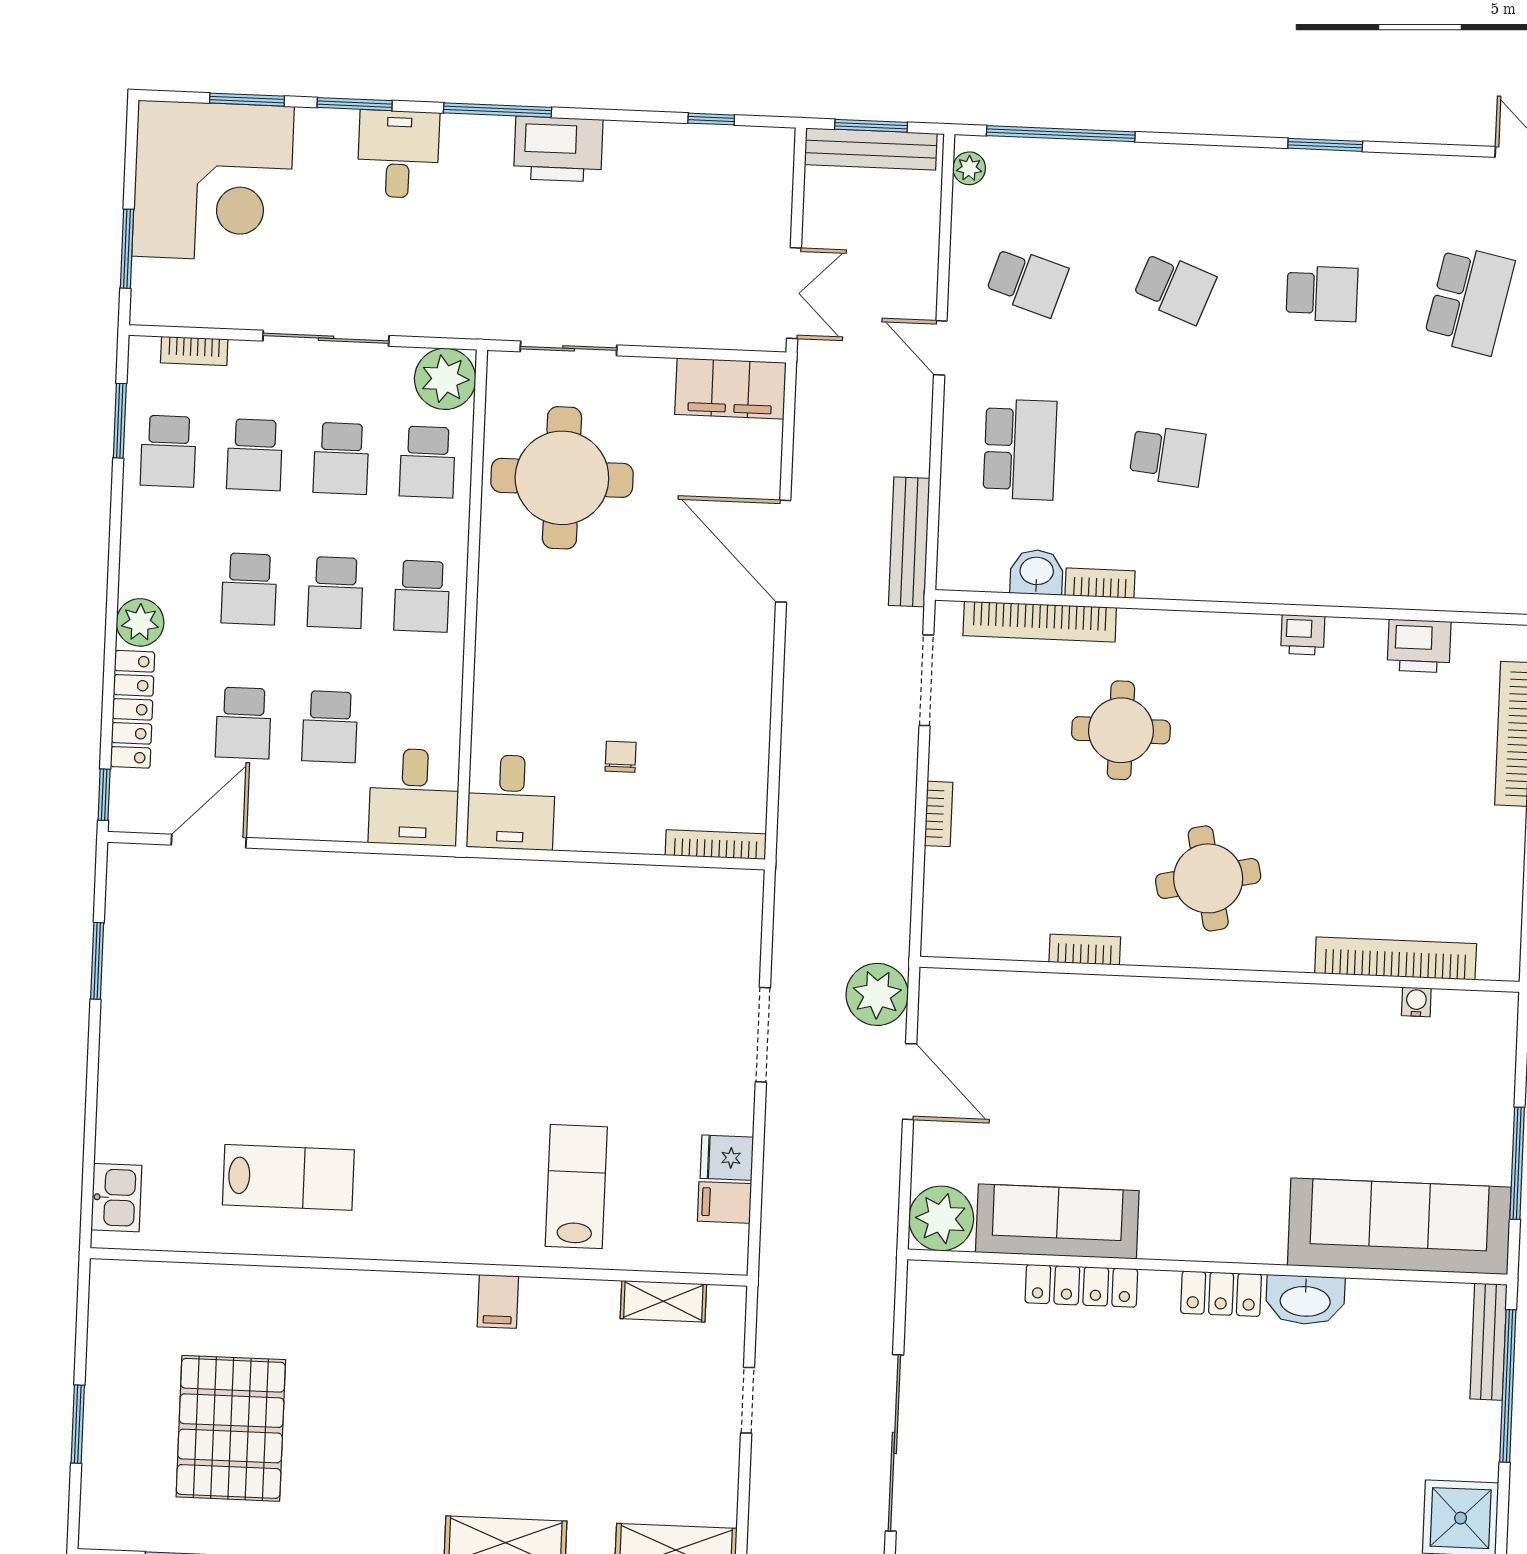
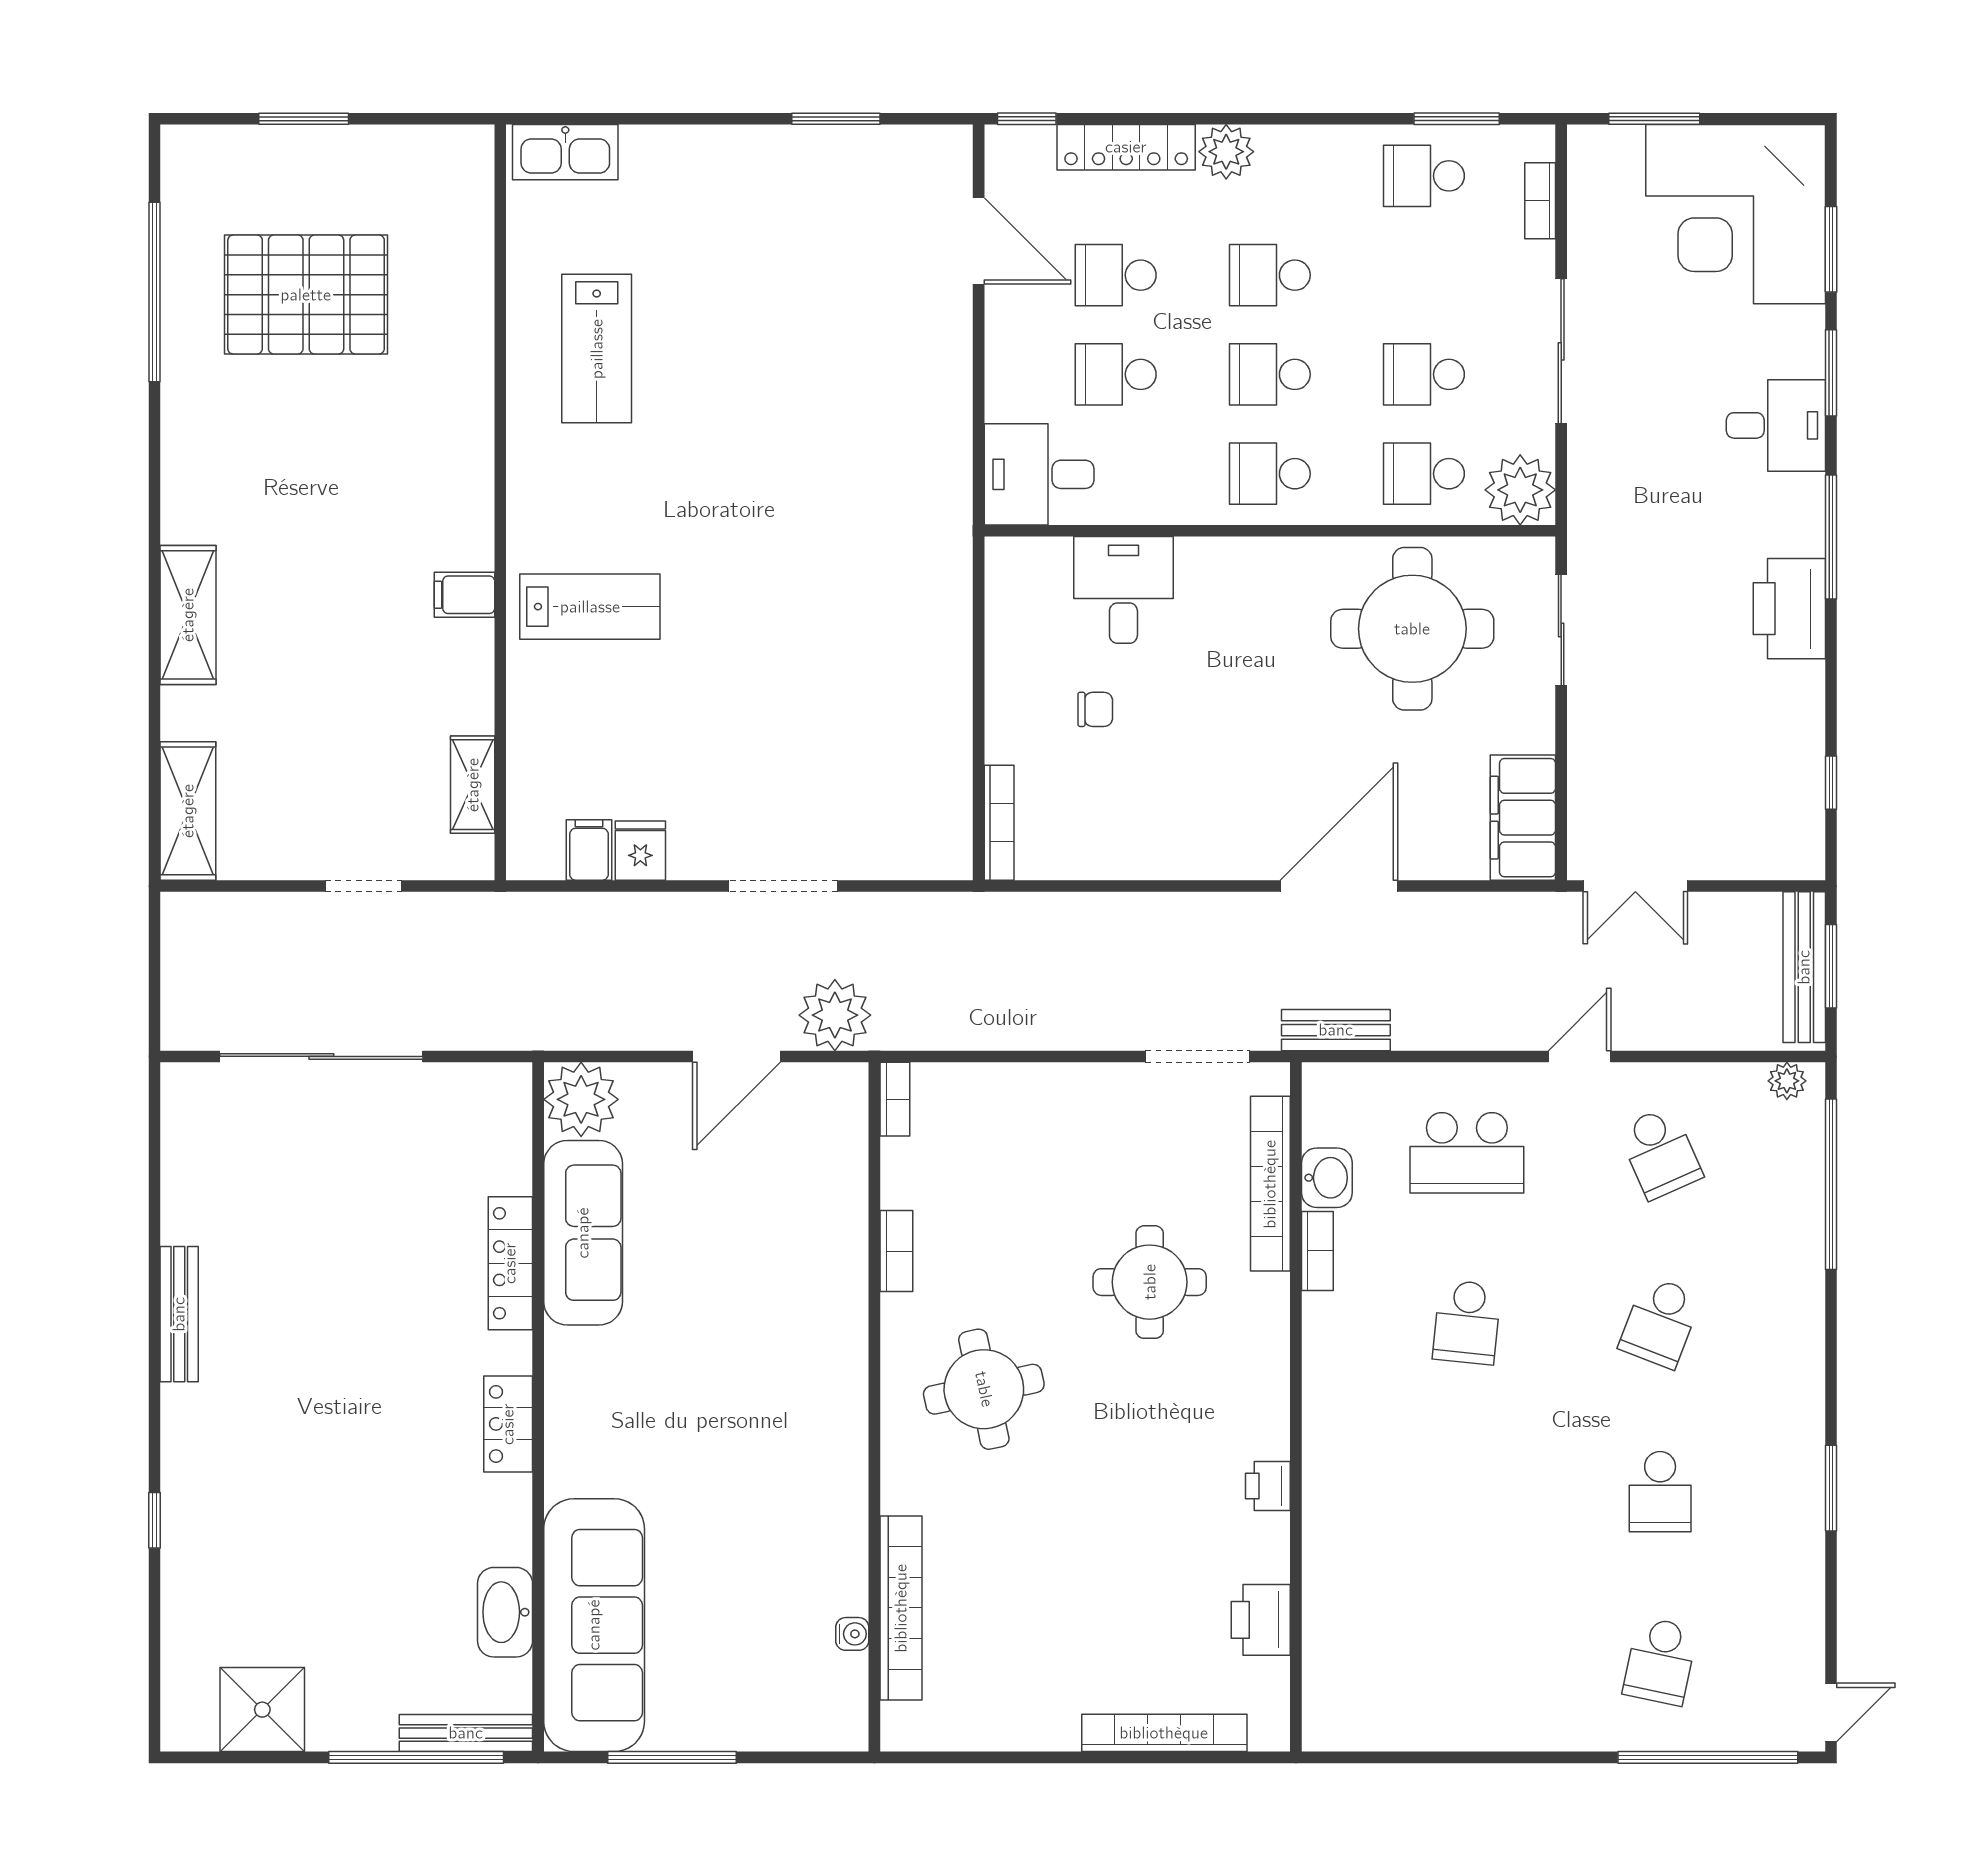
school desk: (1027, 281) -> (1660, 1153), turned -42
school desk: (1469, 300) -> (1660, 1661), width x0.54
school desk: (255, 455) -> (1424, 275), removed
bench: (909, 542) -> (1336, 1030), width x0.73
desk: (511, 802) -> (1123, 590), moved, turned 90
bookcase: (939, 814) -> (895, 1099), moved, turned -90
lab bench: (576, 1187) -> (590, 607), moved
kitchen sink: (116, 1198) -> (565, 152), width x1.38
washbasin: (1305, 1300) -> (505, 1612), moved

